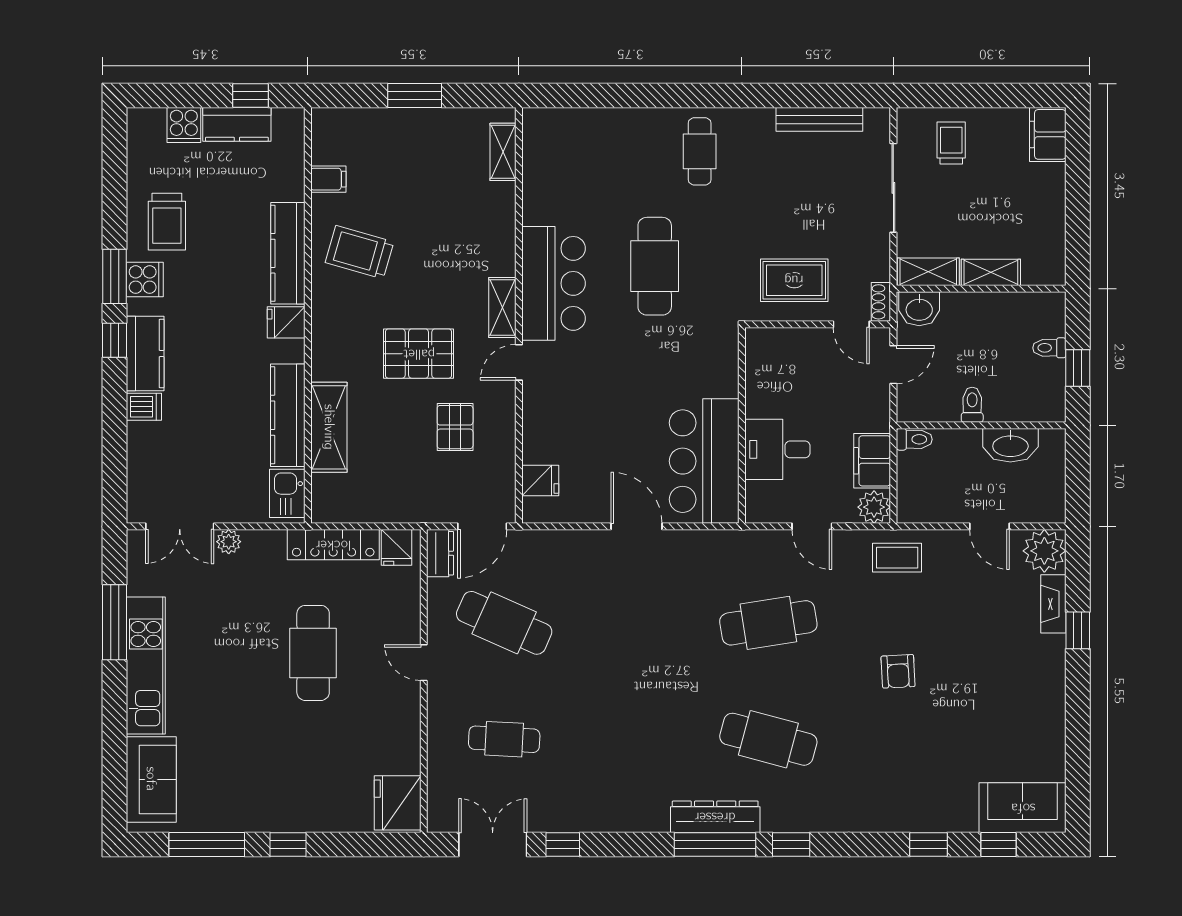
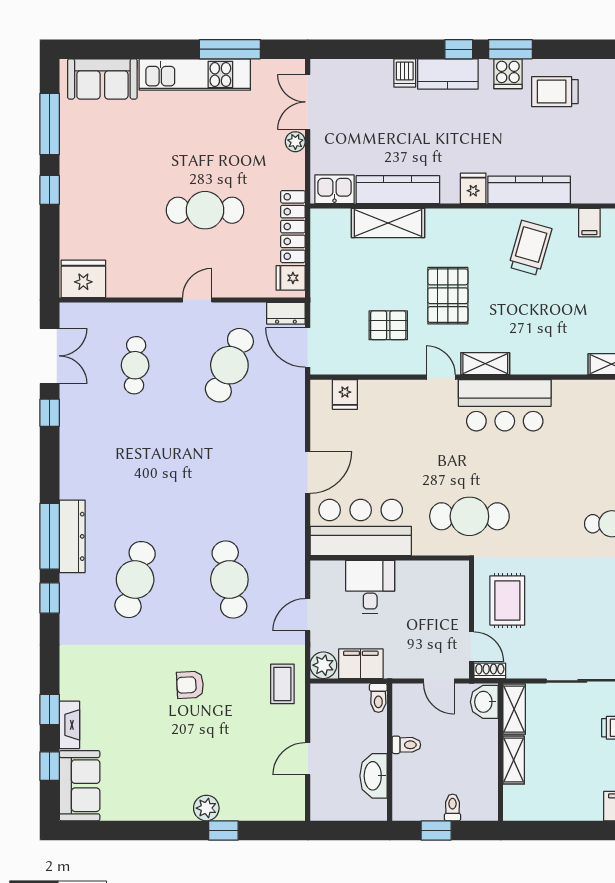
cafe table: (655, 266) -> (469, 516), moved
door: (851, 324) -> (472, 647), swing flipped
plant: (1044, 551) -> (206, 808), moved, width x0.73, depth x0.73
fireplace: (1053, 604) -> (69, 725), moved, turned 90

